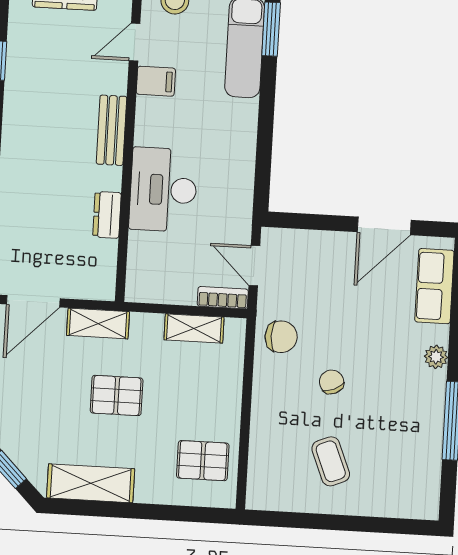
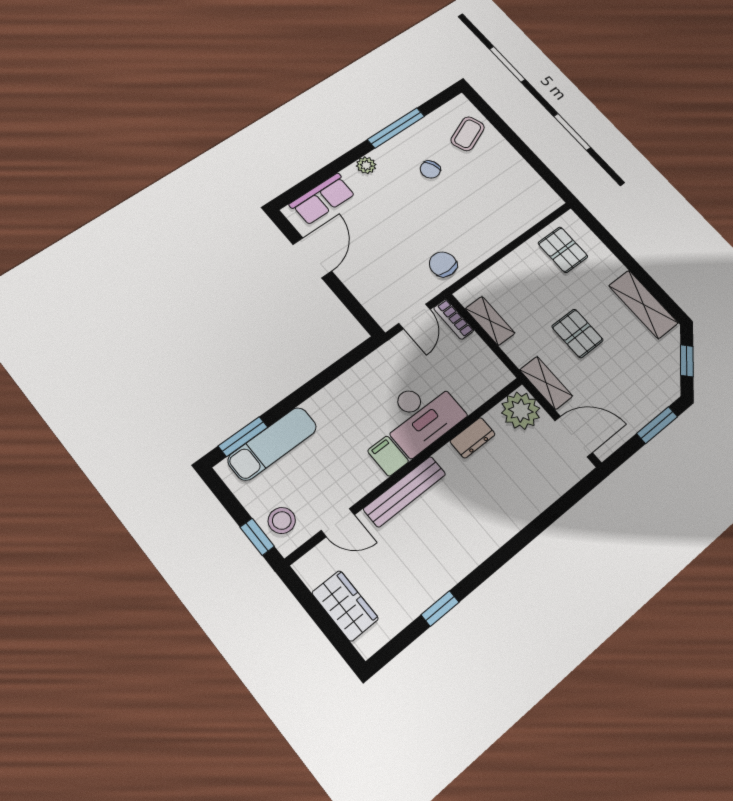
filing cabinet: (156, 81) -> (388, 456), moved
bench: (112, 130) -> (405, 491), width x1.36
door: (384, 226) -> (312, 258), hinge flipped
plant: (94, 278) -> (521, 411), added
chair: (332, 382) -> (430, 170), moved
coffee table: (331, 461) -> (468, 134), moved

